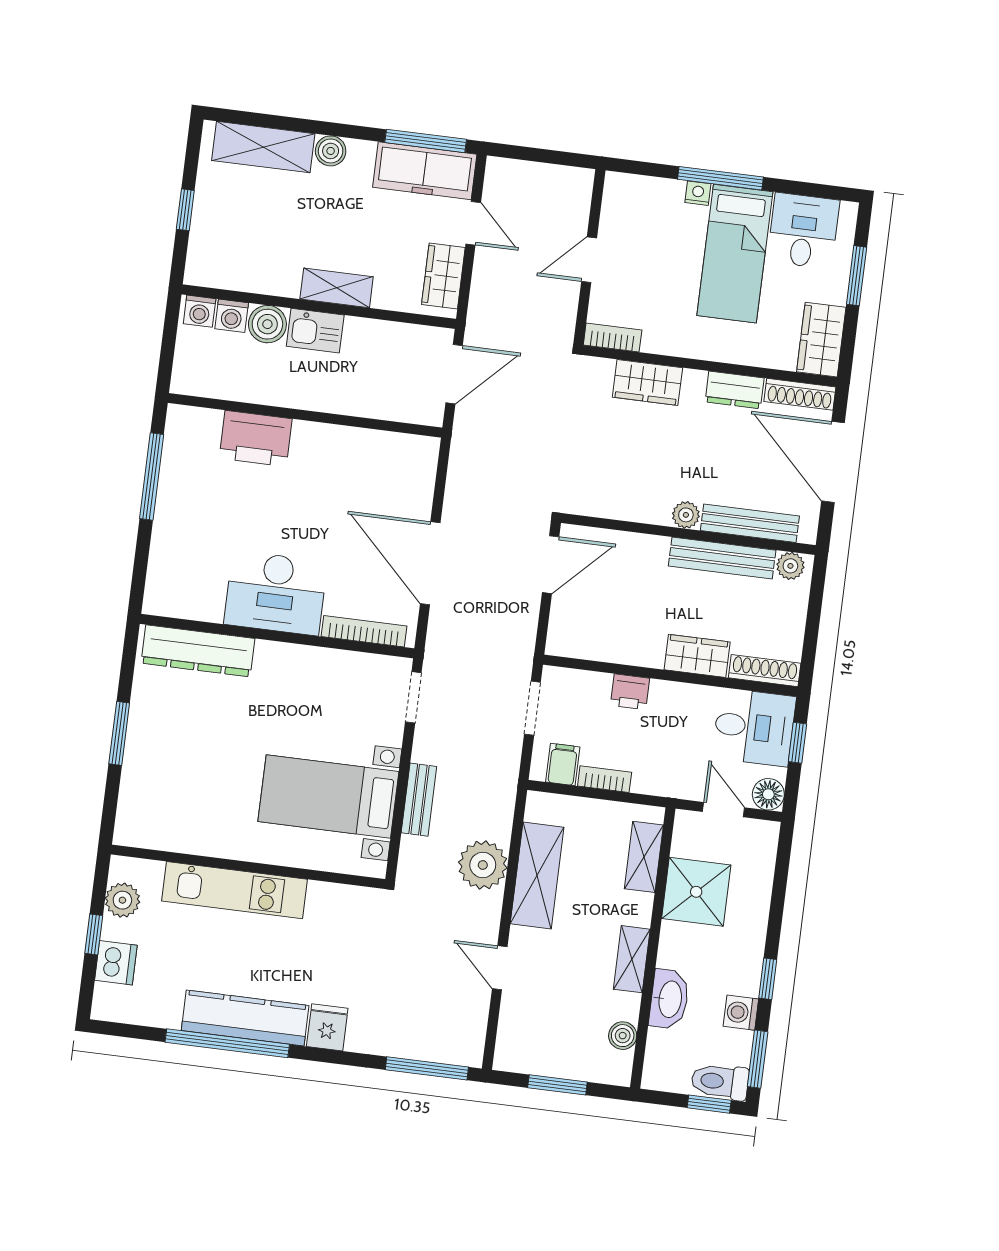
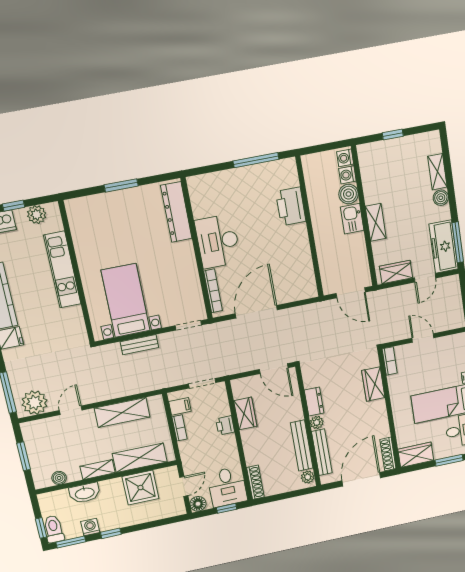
shelving: (263, 147) -> (437, 172), width x0.67, depth x0.75
dresser: (735, 390) -> (314, 402), moved, turned 180
wardrobe: (697, 656) -> (245, 413), moved
shelving: (644, 857) -> (140, 458), width x1.50, depth x1.33
plant: (483, 865) -> (35, 403), moved

